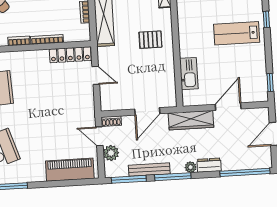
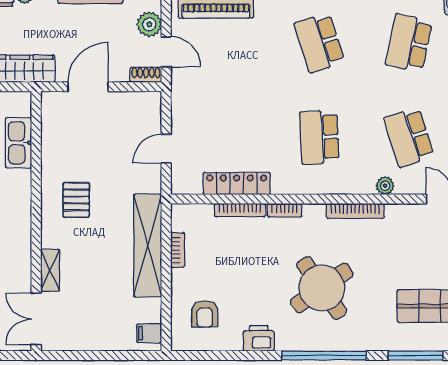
pallet: (150, 40) -> (76, 200), turned 90
locker: (70, 55) -> (237, 184), moved
door: (96, 75) -> (166, 149), hinge flipped

